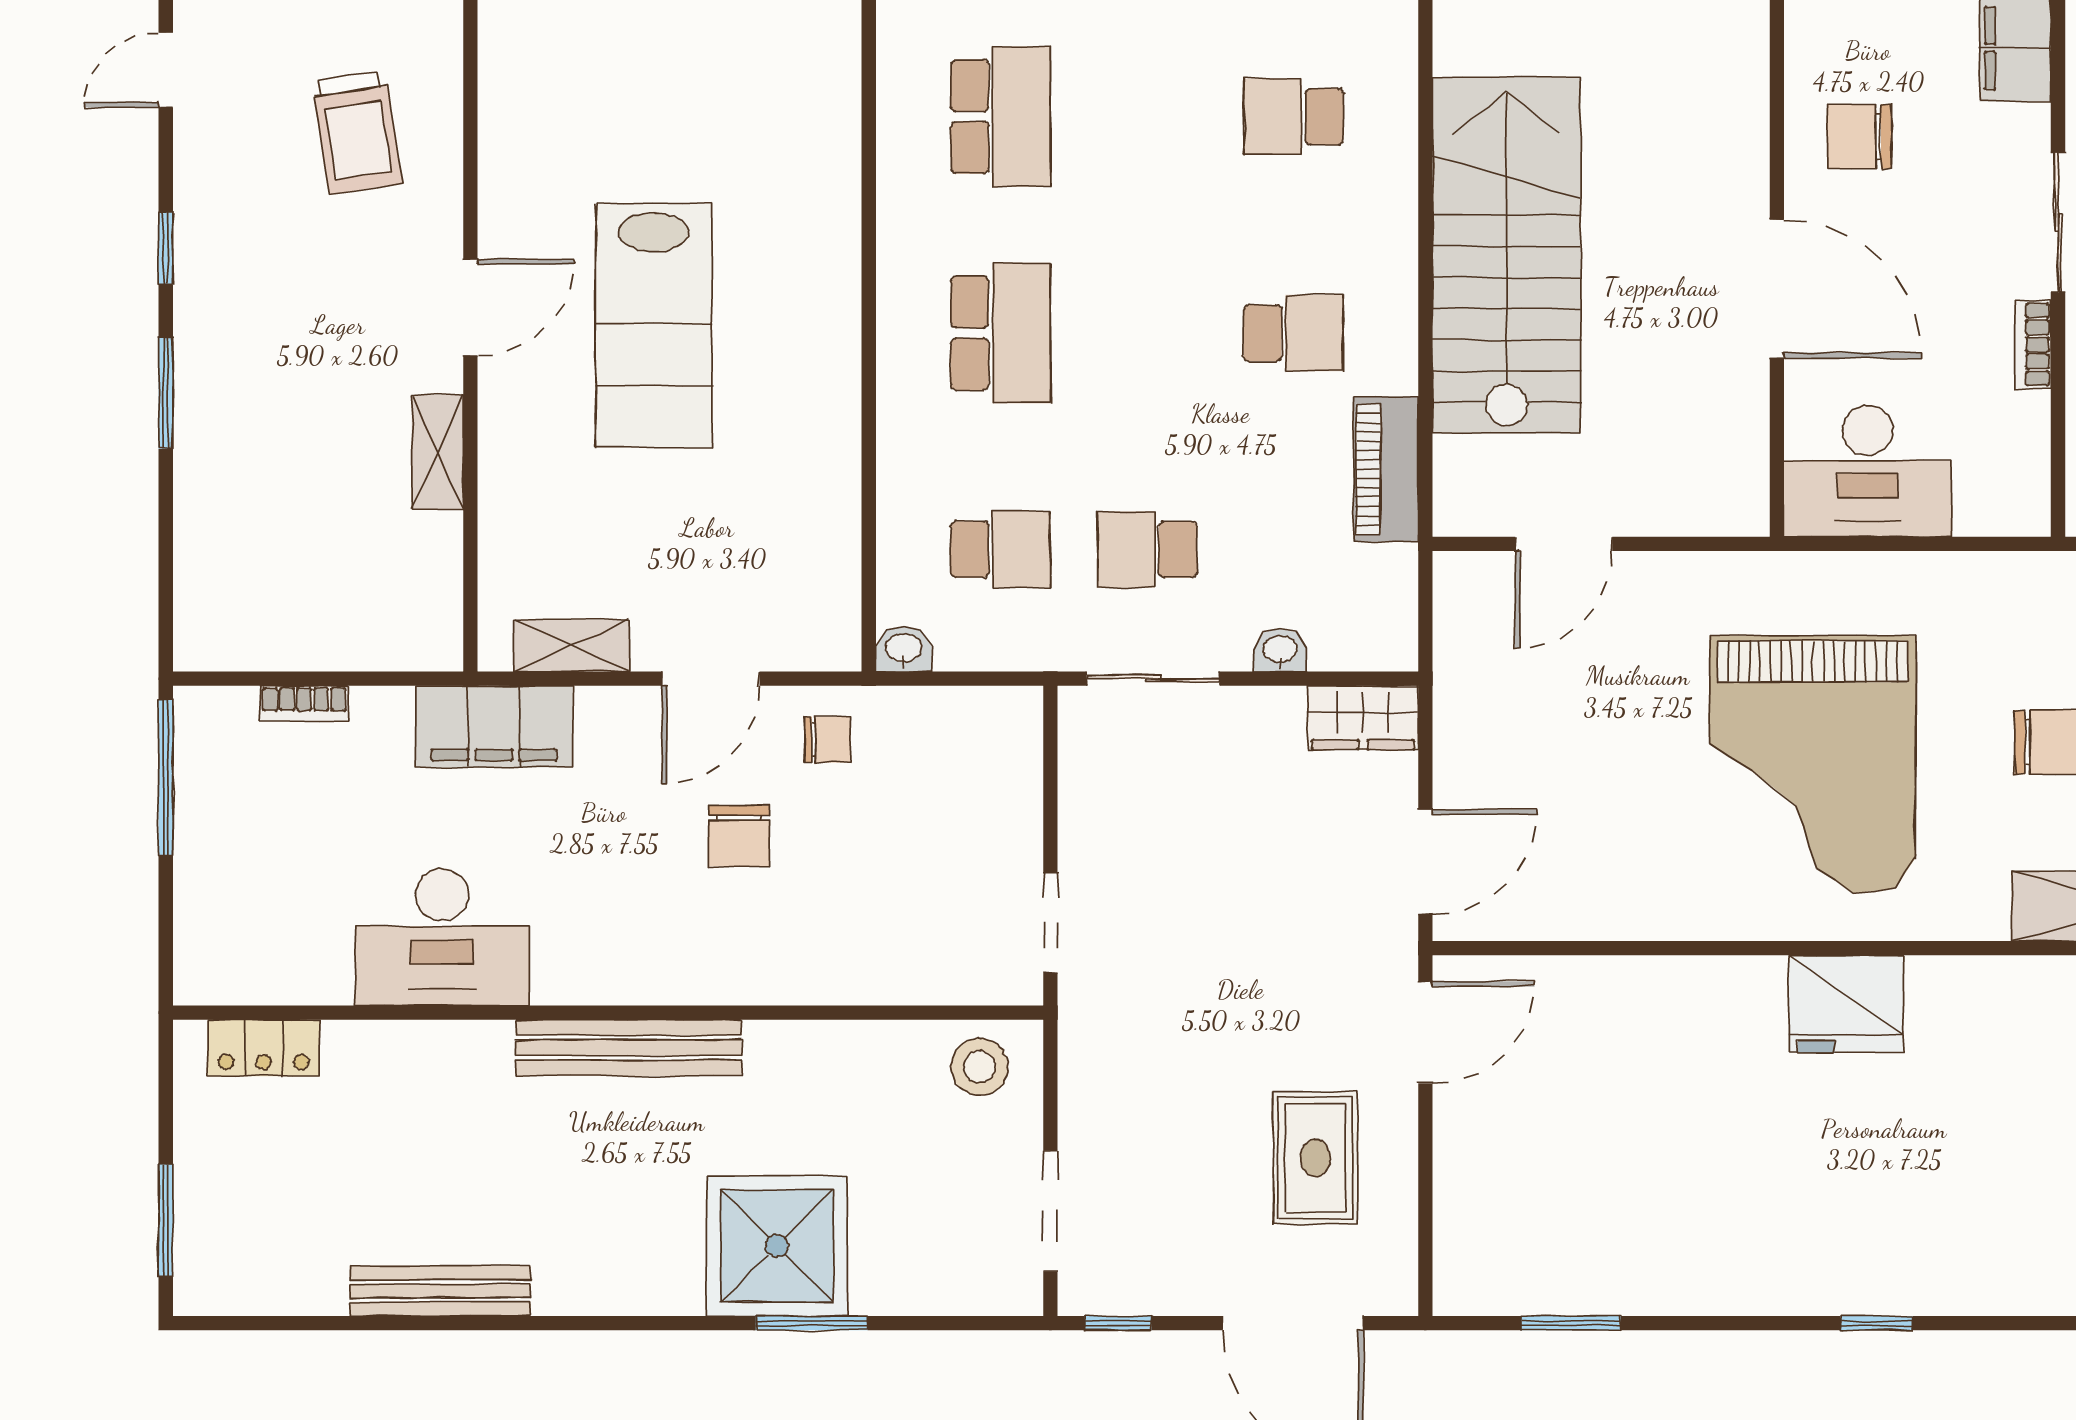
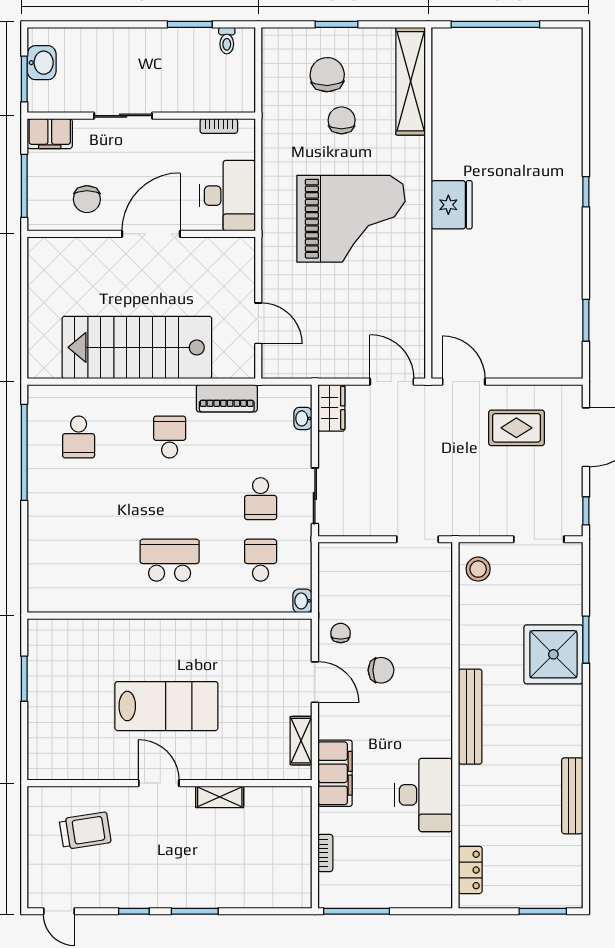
school desk: (1001, 117) -> (79, 560), removed
bookcase: (2033, 344) -> (219, 126), moved
washbasin: (1280, 650) -> (303, 418), moved

